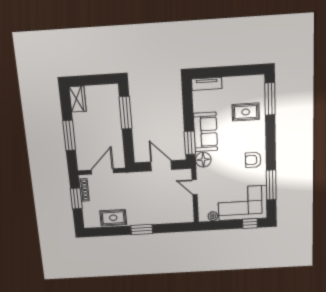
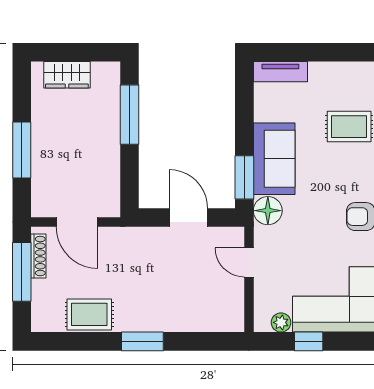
wardrobe: (78, 99) -> (67, 75), moved, turned 90
door: (102, 171) -> (77, 222), swing flipped
window: (76, 199) -> (22, 272), width x1.44
window: (250, 224) -> (309, 341), moved

